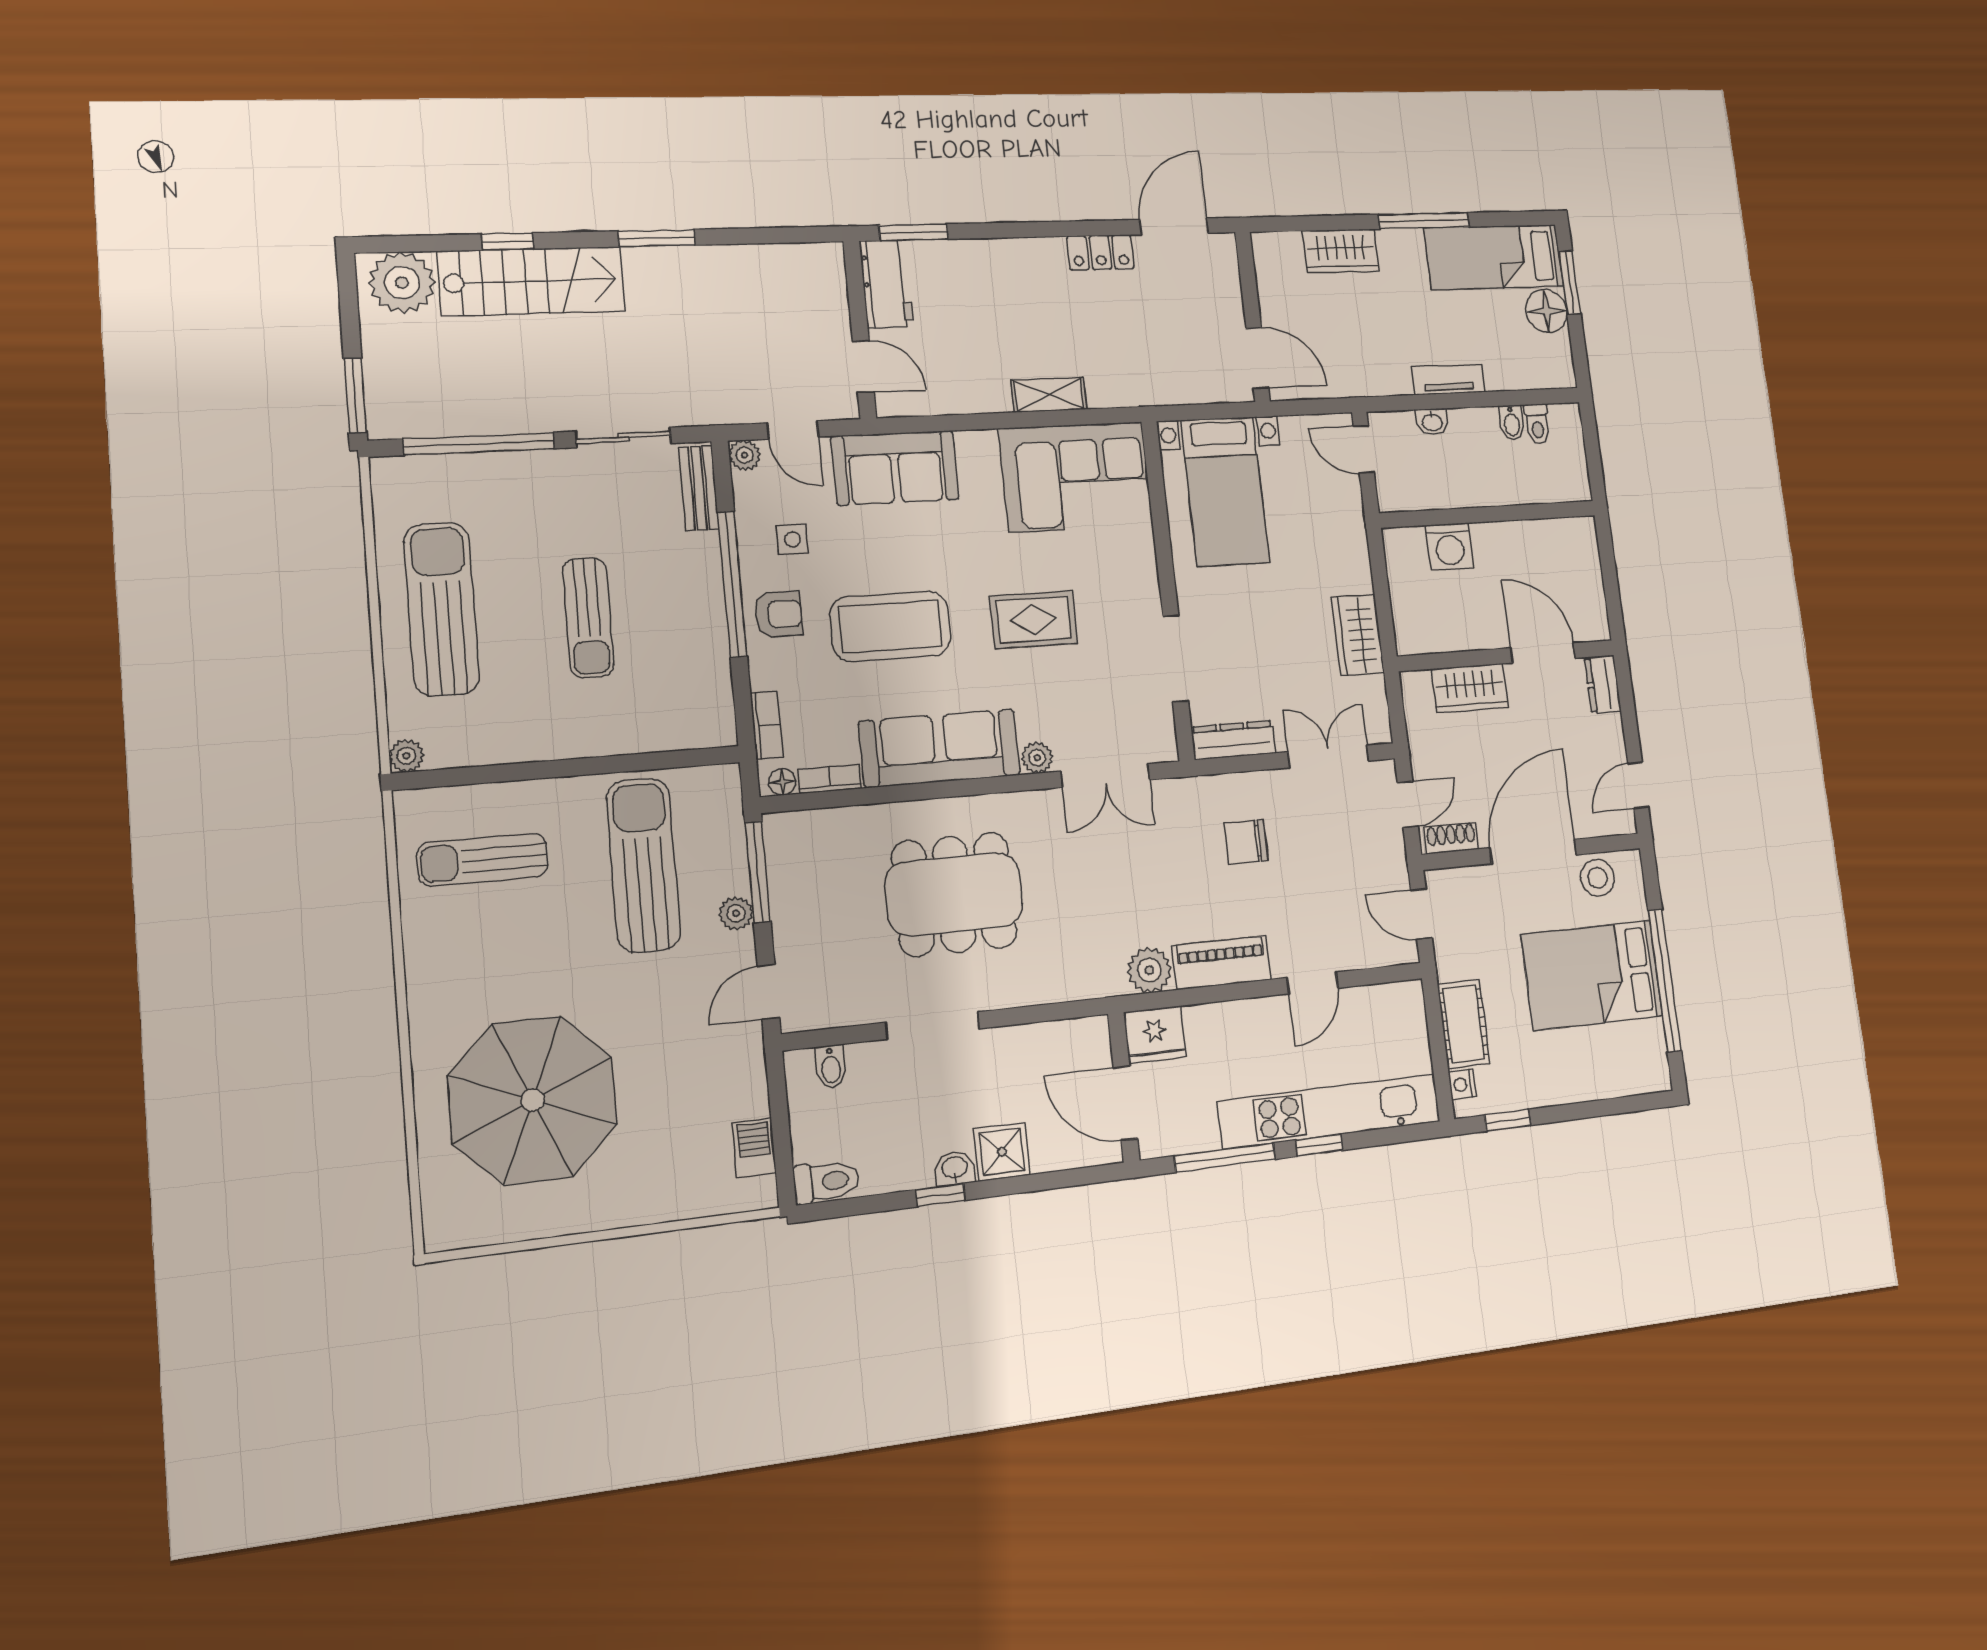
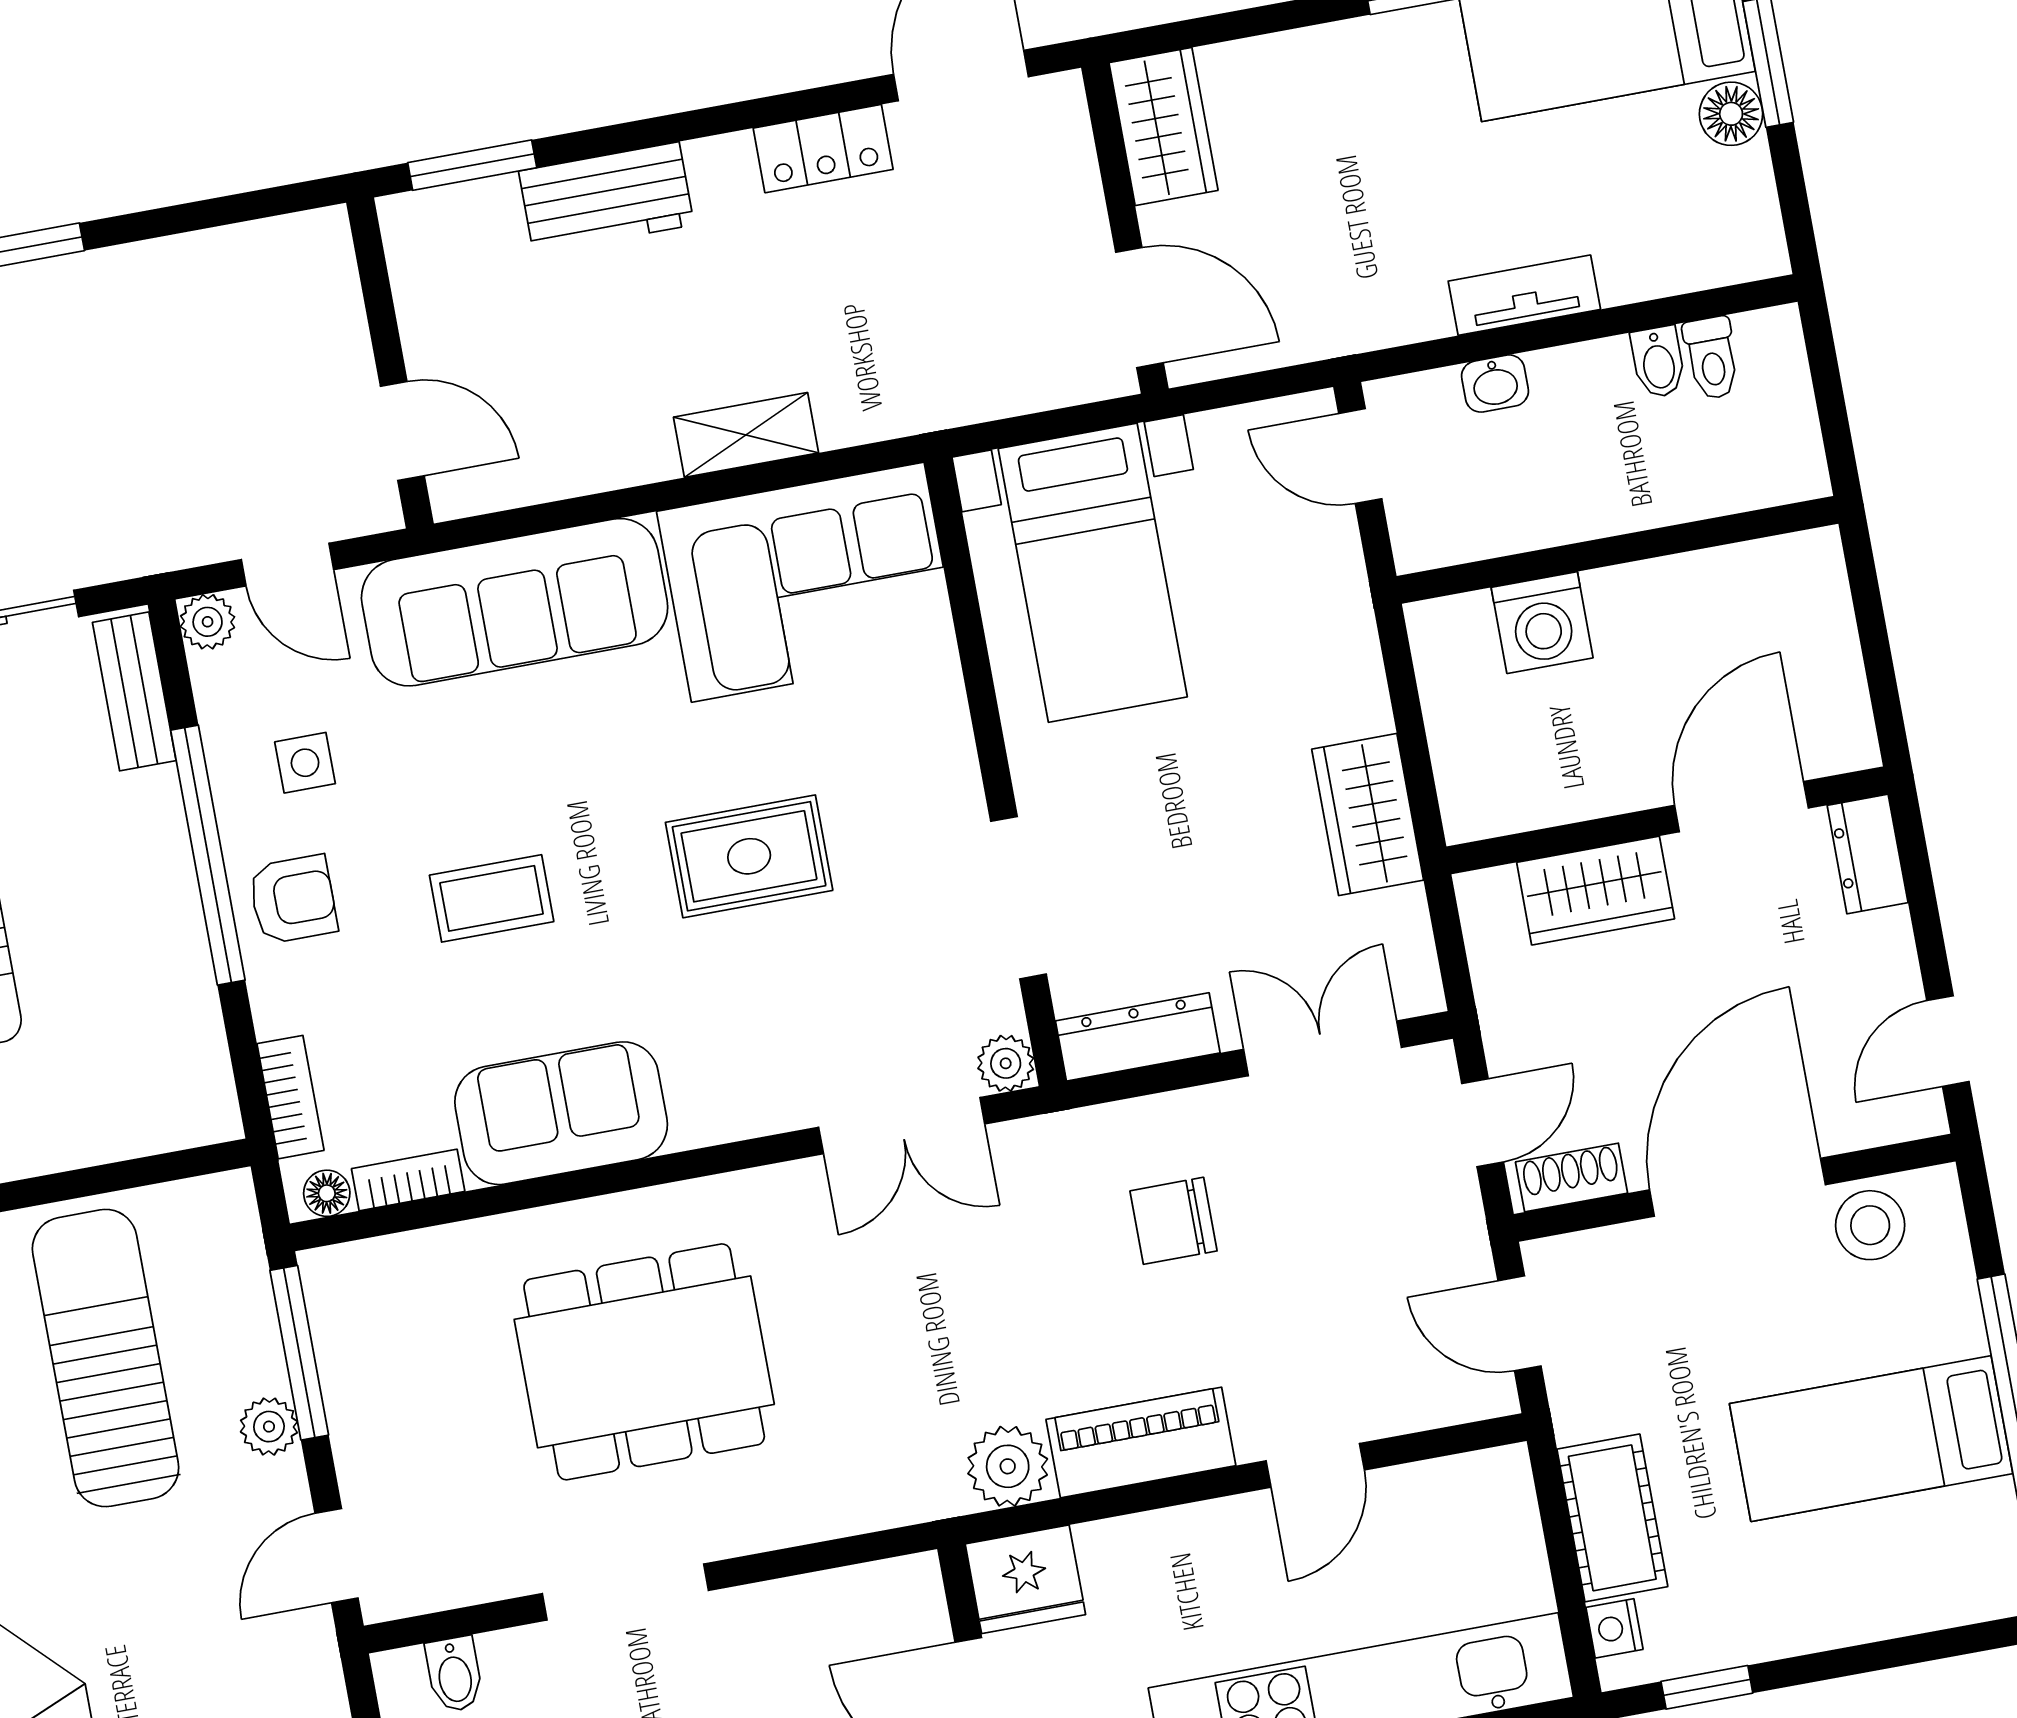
wardrobe: (1341, 251) -> (1163, 127), moved, turned -90
workbench: (886, 284) -> (606, 198), moved, turned 90
floor lamp: (1546, 311) -> (1731, 114), width x0.73, depth x0.73
sofa: (895, 468) -> (515, 602), width x1.36
coffee table: (890, 626) -> (492, 898), width x0.54, depth x0.58
door: (1543, 653) -> (1741, 807), hinge flipped
sofa: (940, 748) -> (561, 1113), width x0.73
plant: (1037, 758) -> (1006, 1063), moved
bed: (1592, 975) -> (1871, 1439), width x0.67

